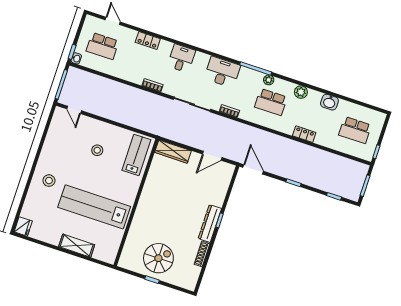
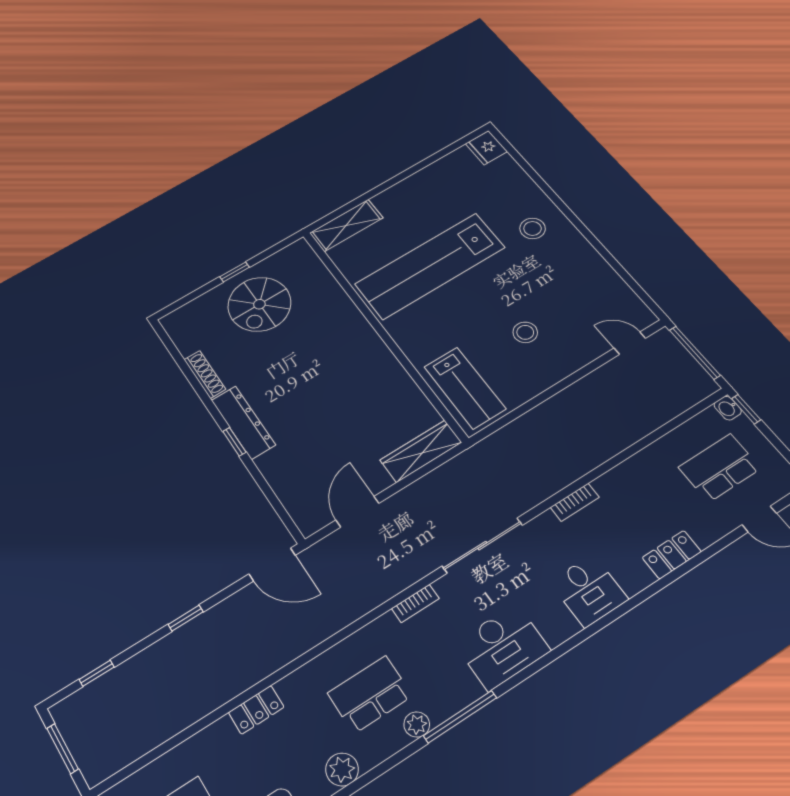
lab bench: (94, 207) -> (430, 266), turned 180
shelving: (77, 246) -> (346, 225), moved

